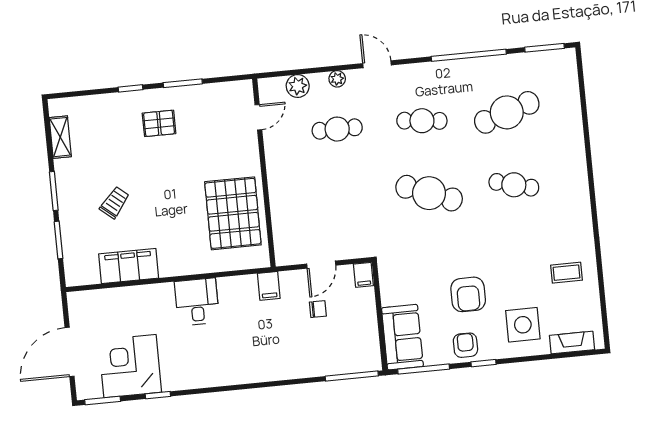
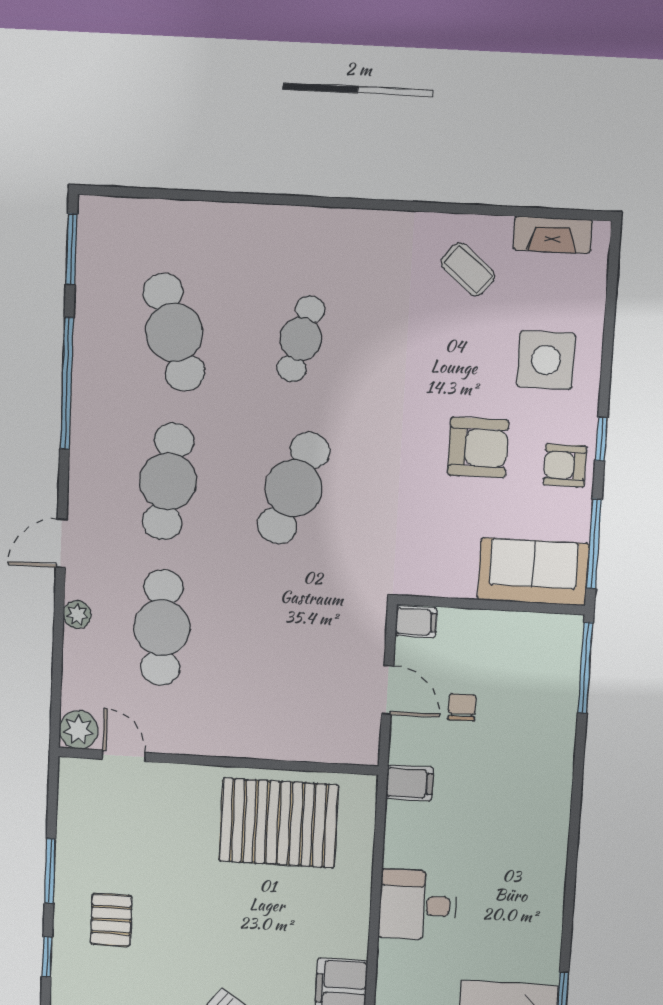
plant: (298, 86) -> (79, 730), moved
cafe table: (422, 121) -> (168, 481), width x1.37, depth x1.35
cafe table: (337, 129) -> (162, 628), width x1.37, depth x1.35
coffee table: (566, 273) -> (468, 269), turned -50
fireplace: (572, 343) -> (553, 235), moved, turned -90

